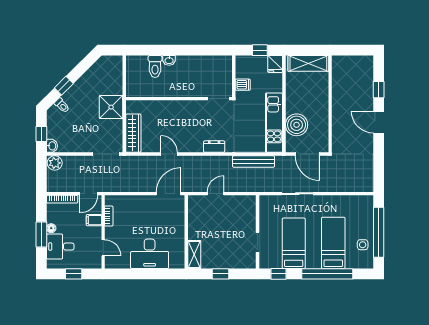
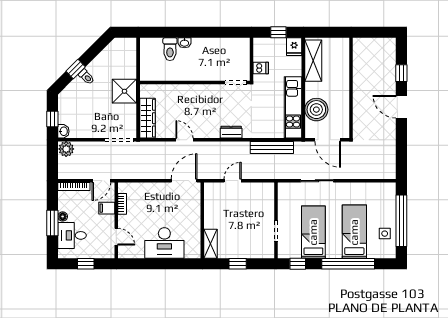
shelving: (308, 63) -> (313, 61), moved, turned 90
toilet: (62, 105) -> (86, 77), moved

